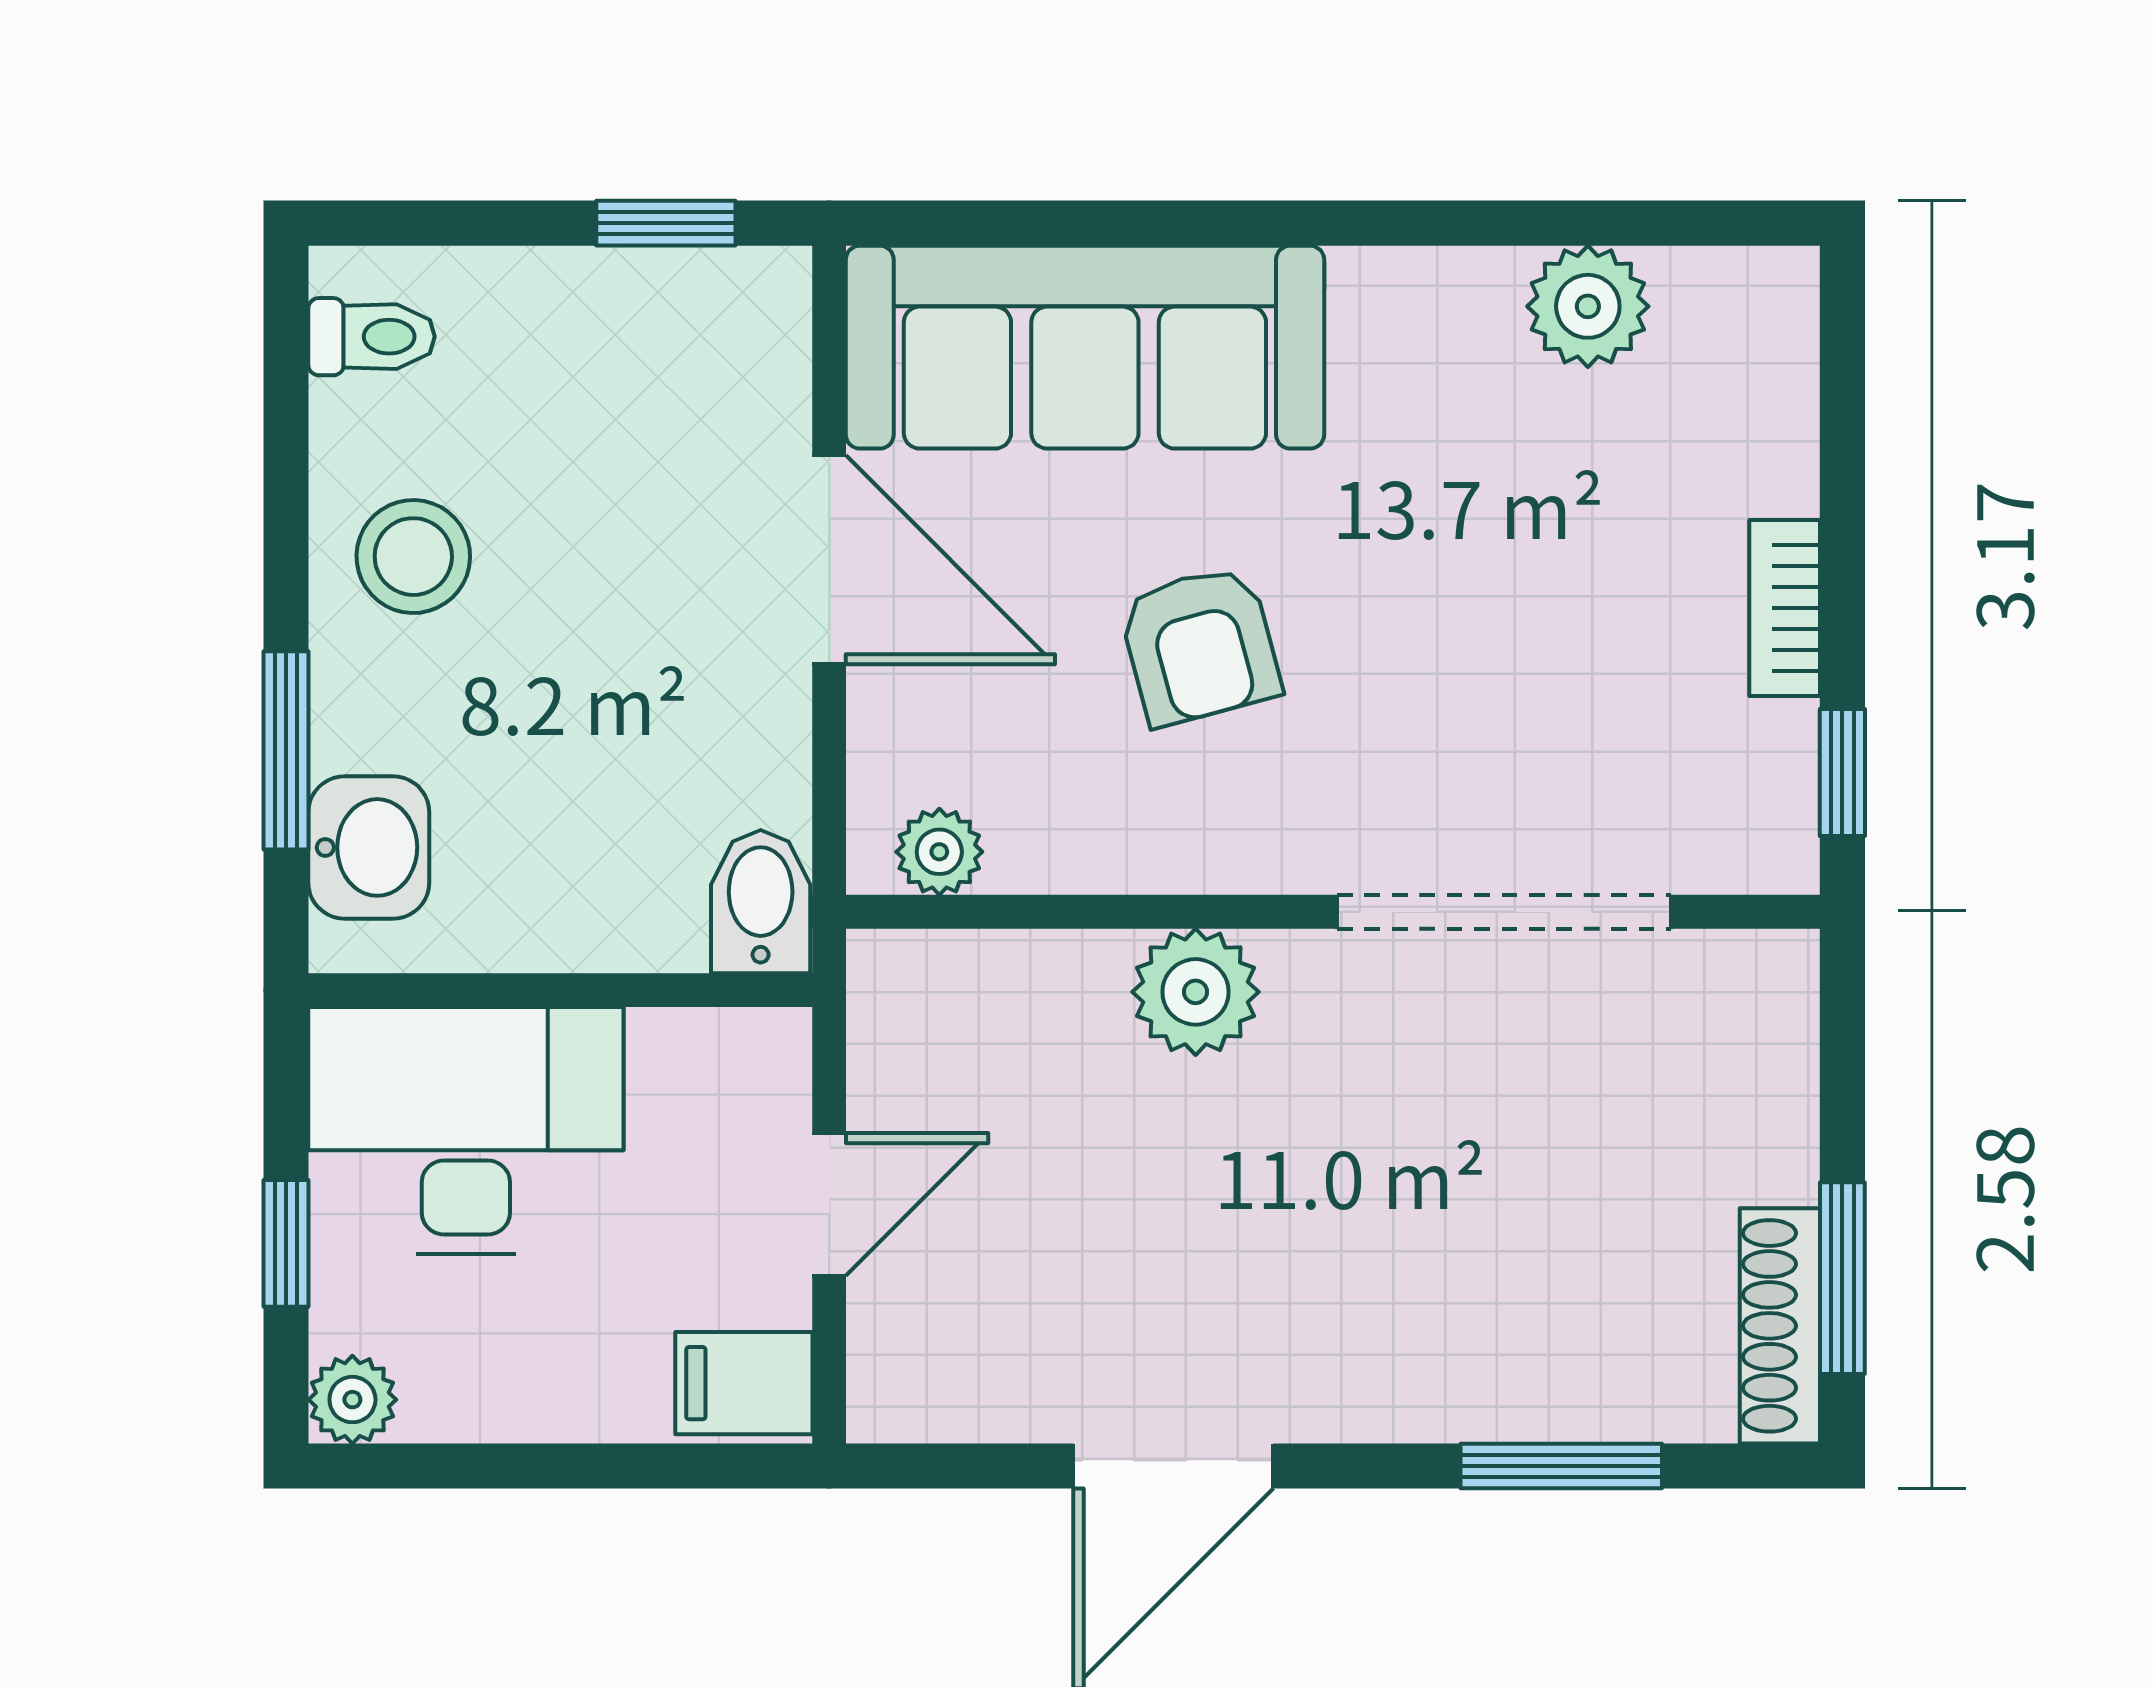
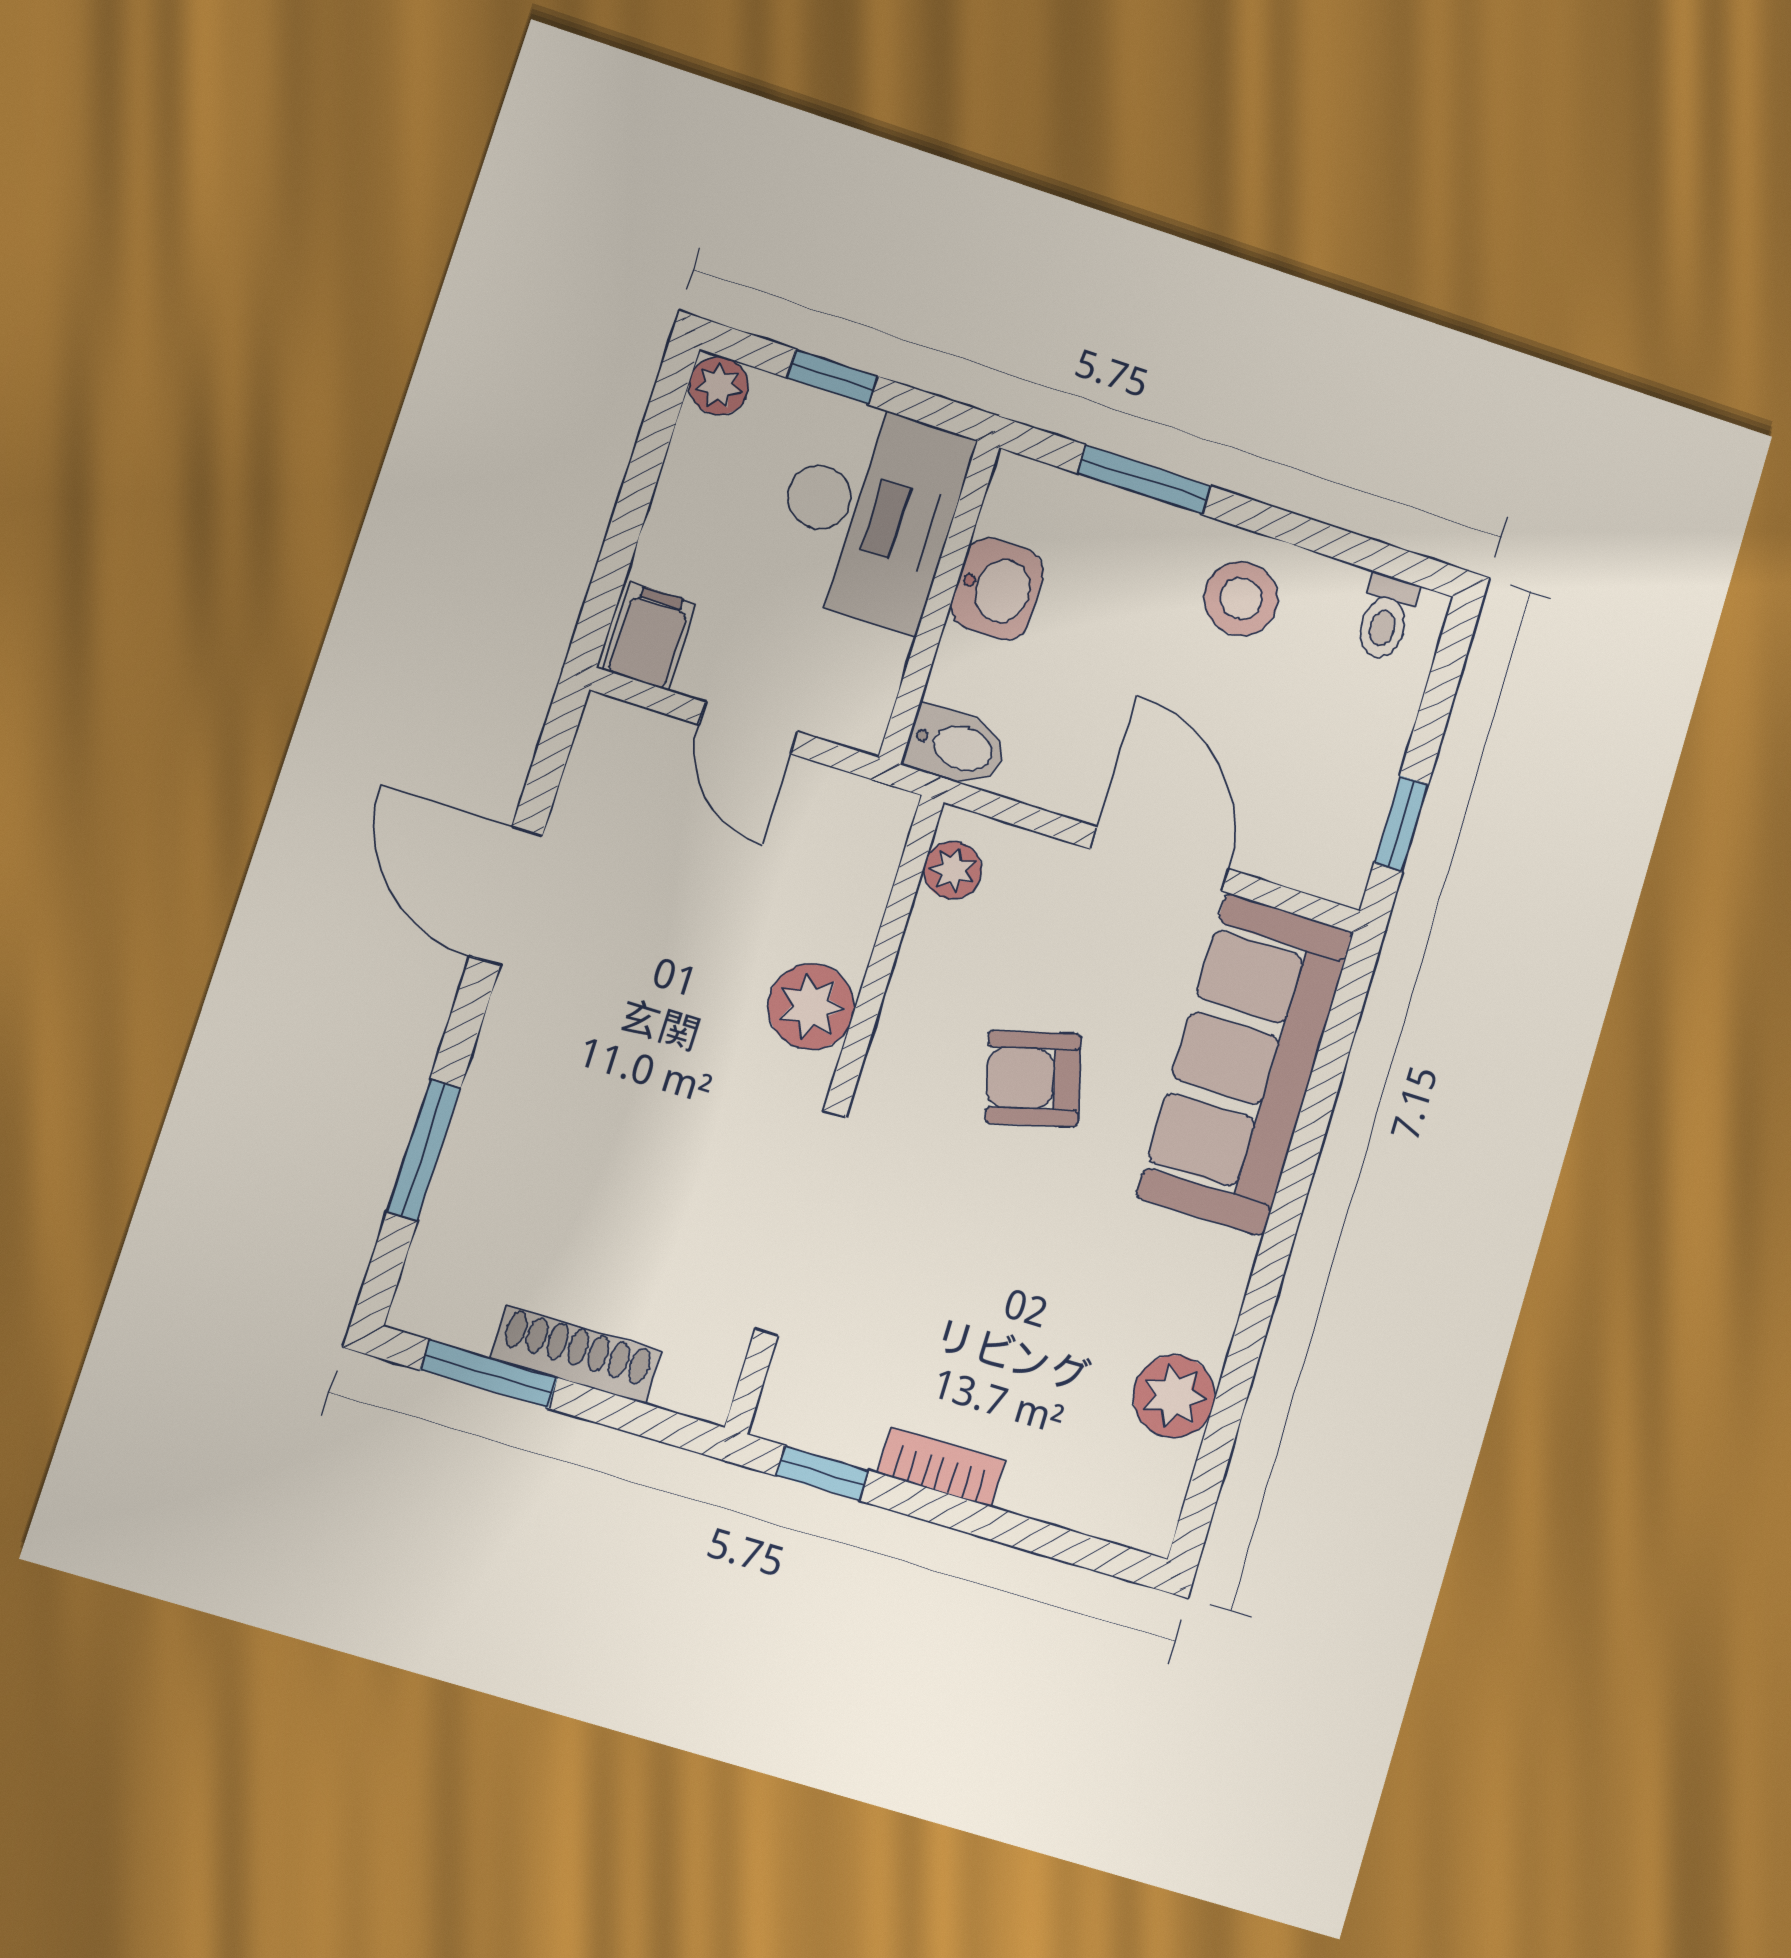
door: (829, 560) -> (1160, 859), swing flipped
washbasin: (369, 847) -> (997, 589), moved, turned -90
shoe rack: (1780, 1326) -> (576, 1354), moved

